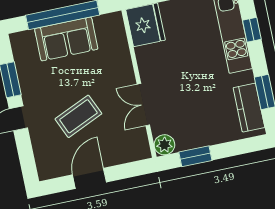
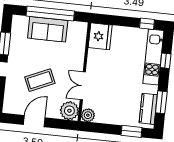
plant: (136, 147) -> (69, 111), added
window: (195, 156) -> (132, 131), moved

